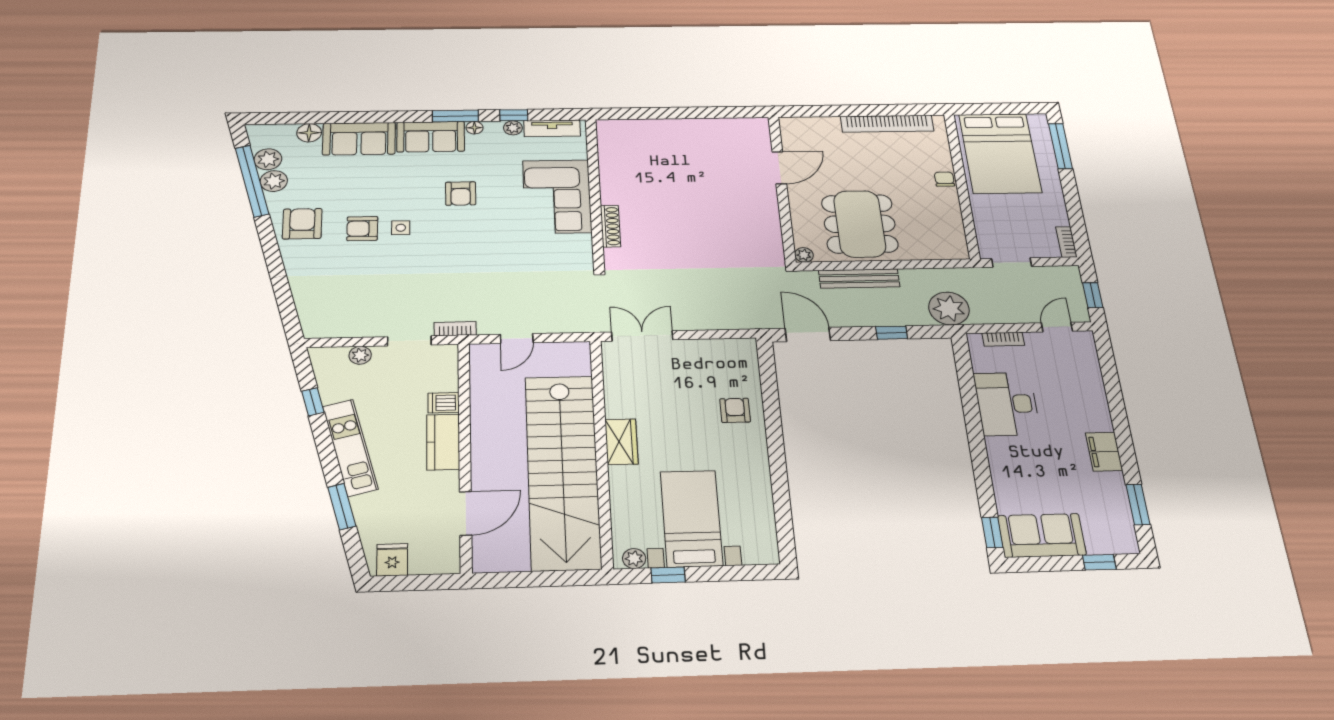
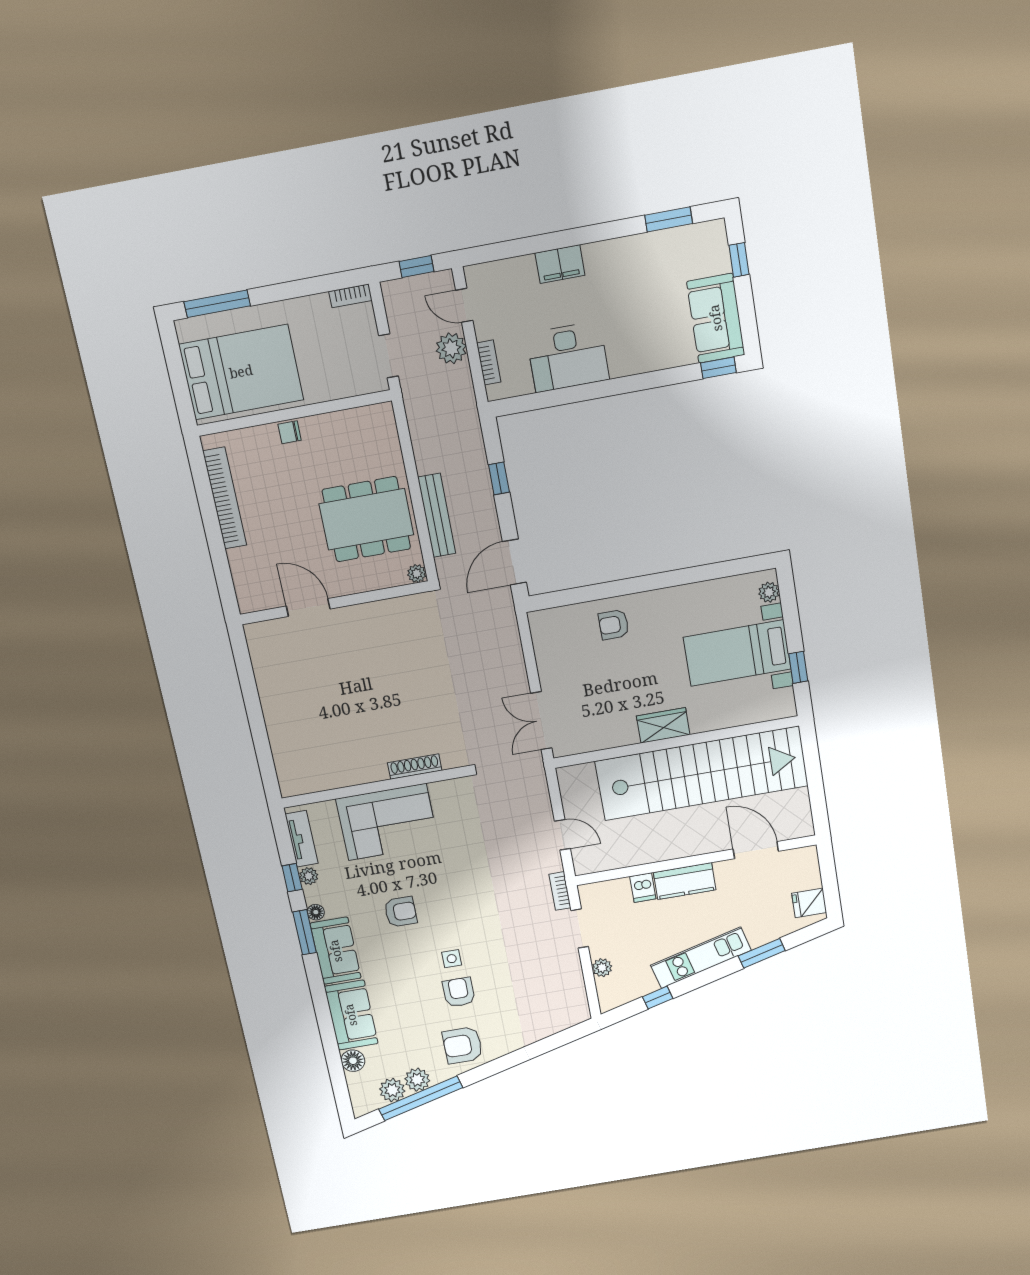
armchair: (362, 229) -> (459, 992), turned 180
plant: (949, 308) -> (451, 348), moved, width x0.73, depth x0.73
filing cabinet: (1104, 452) -> (560, 264), moved
plant: (634, 559) -> (769, 592), moved

